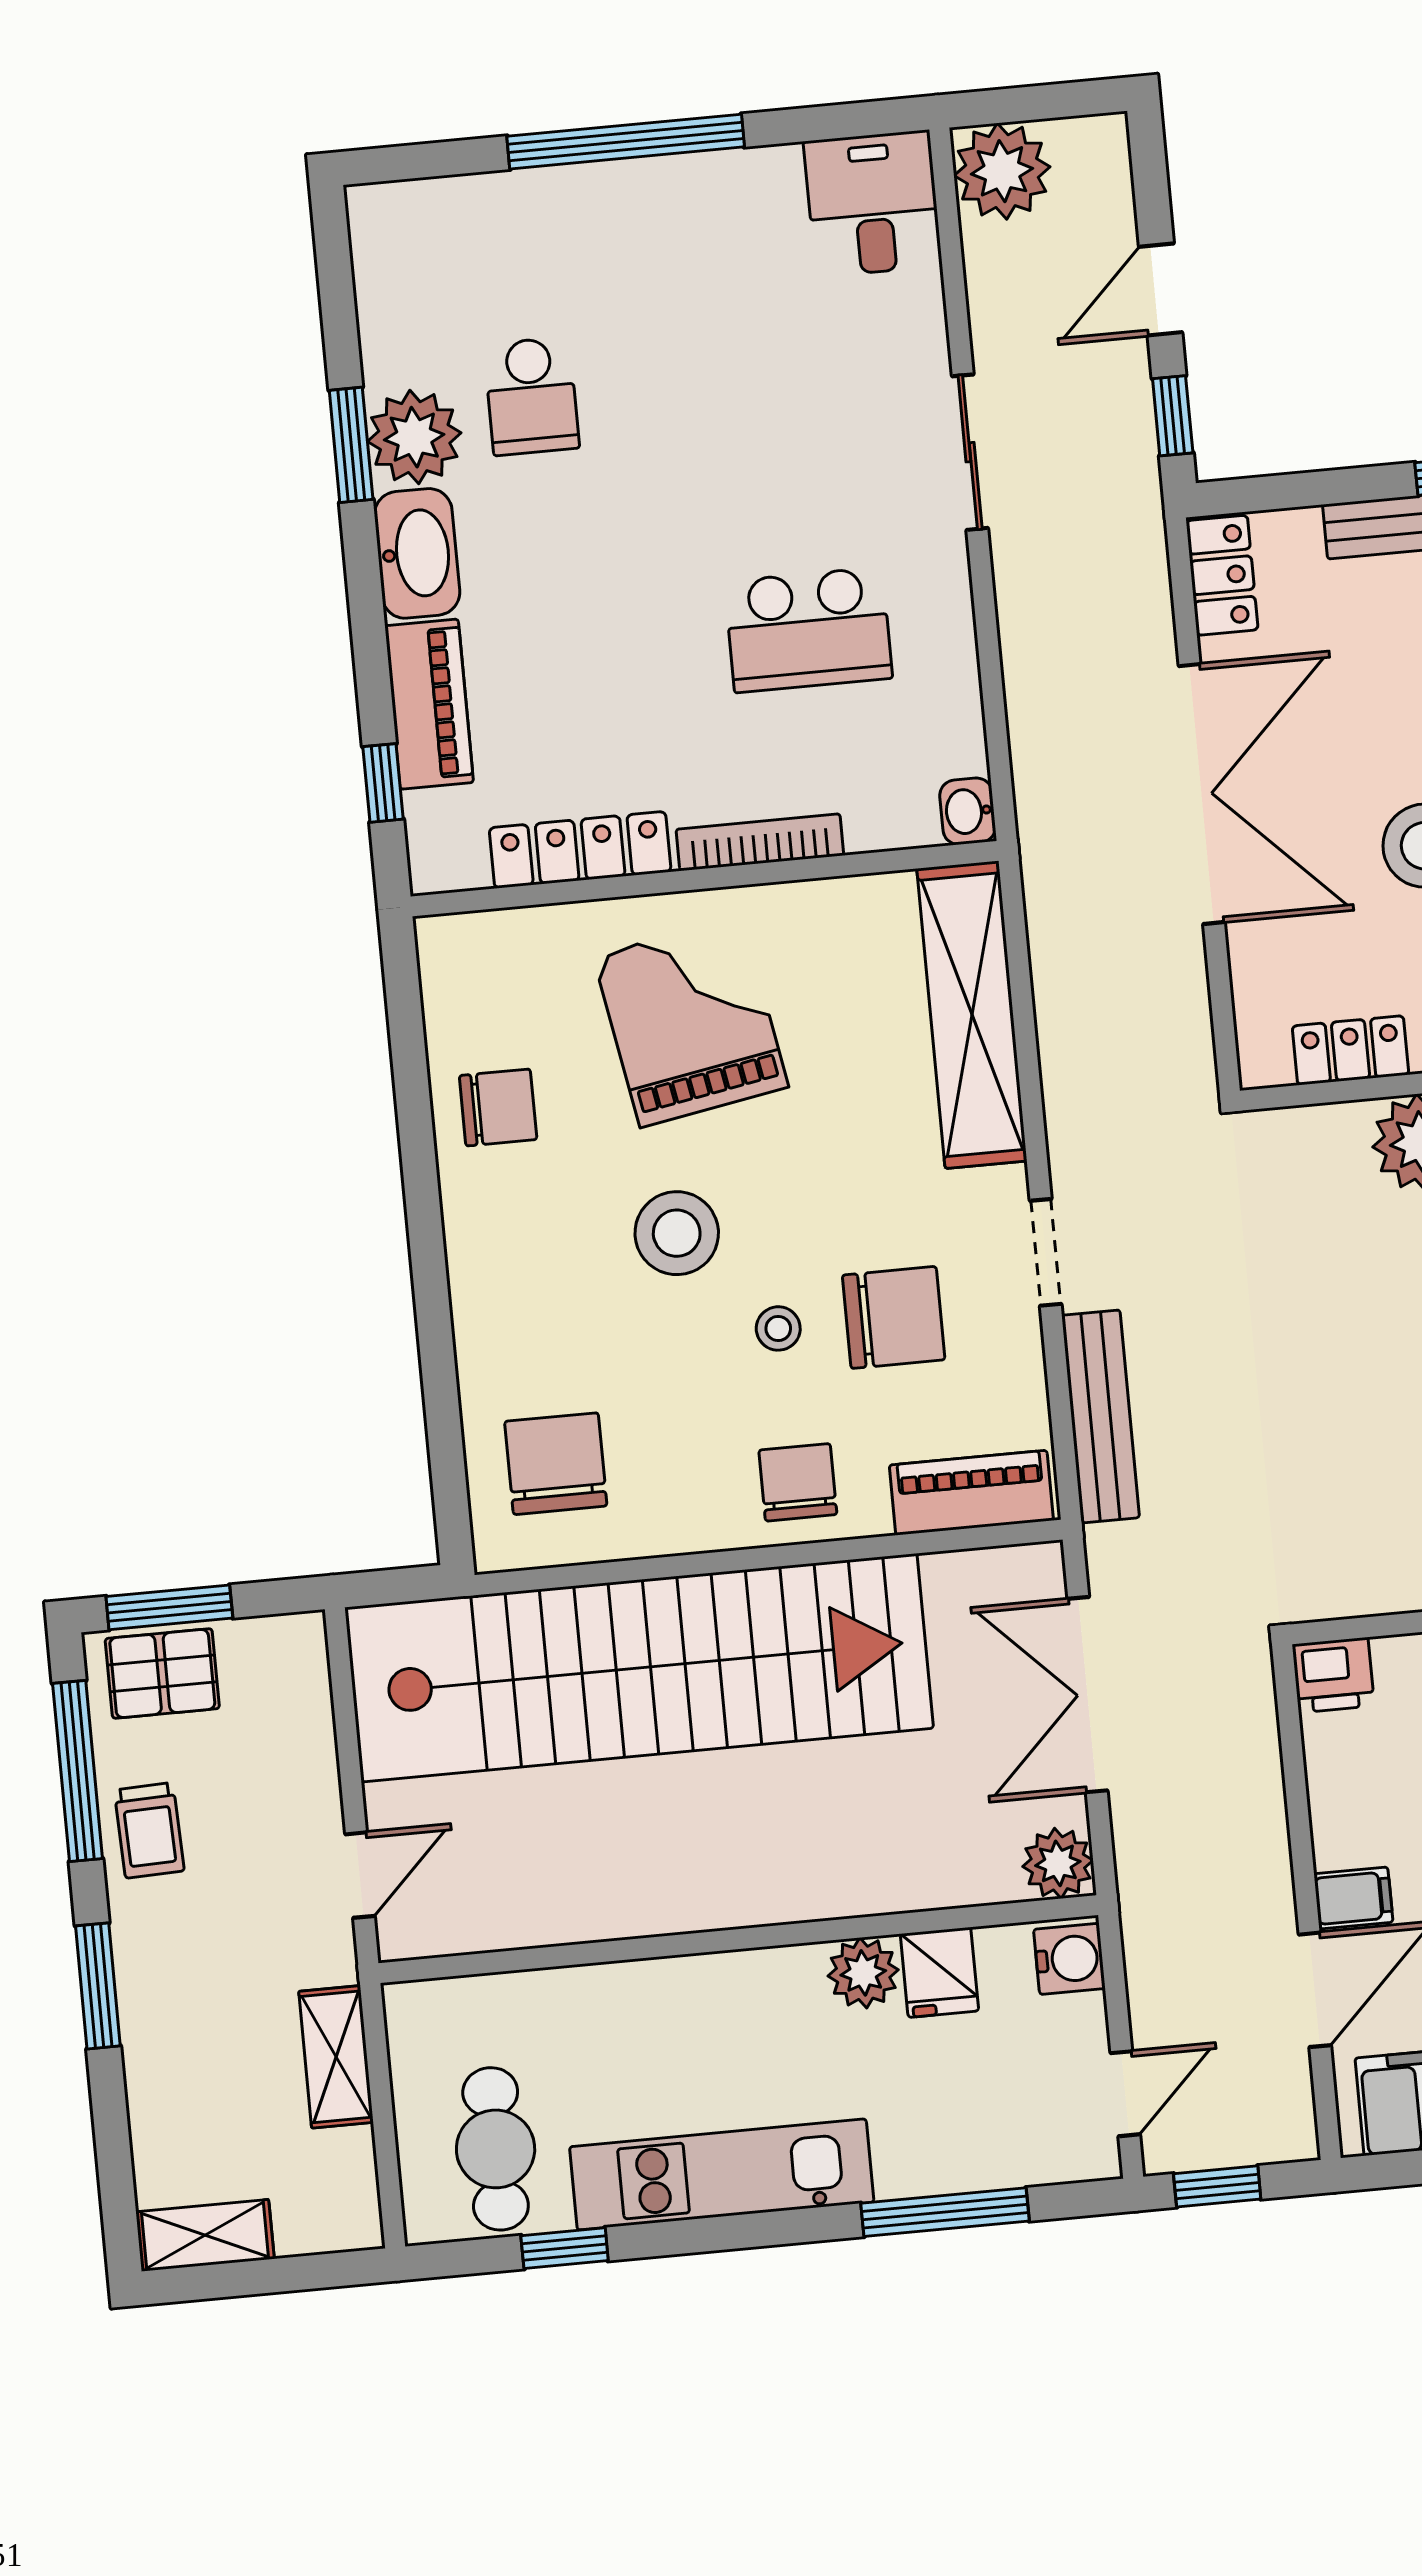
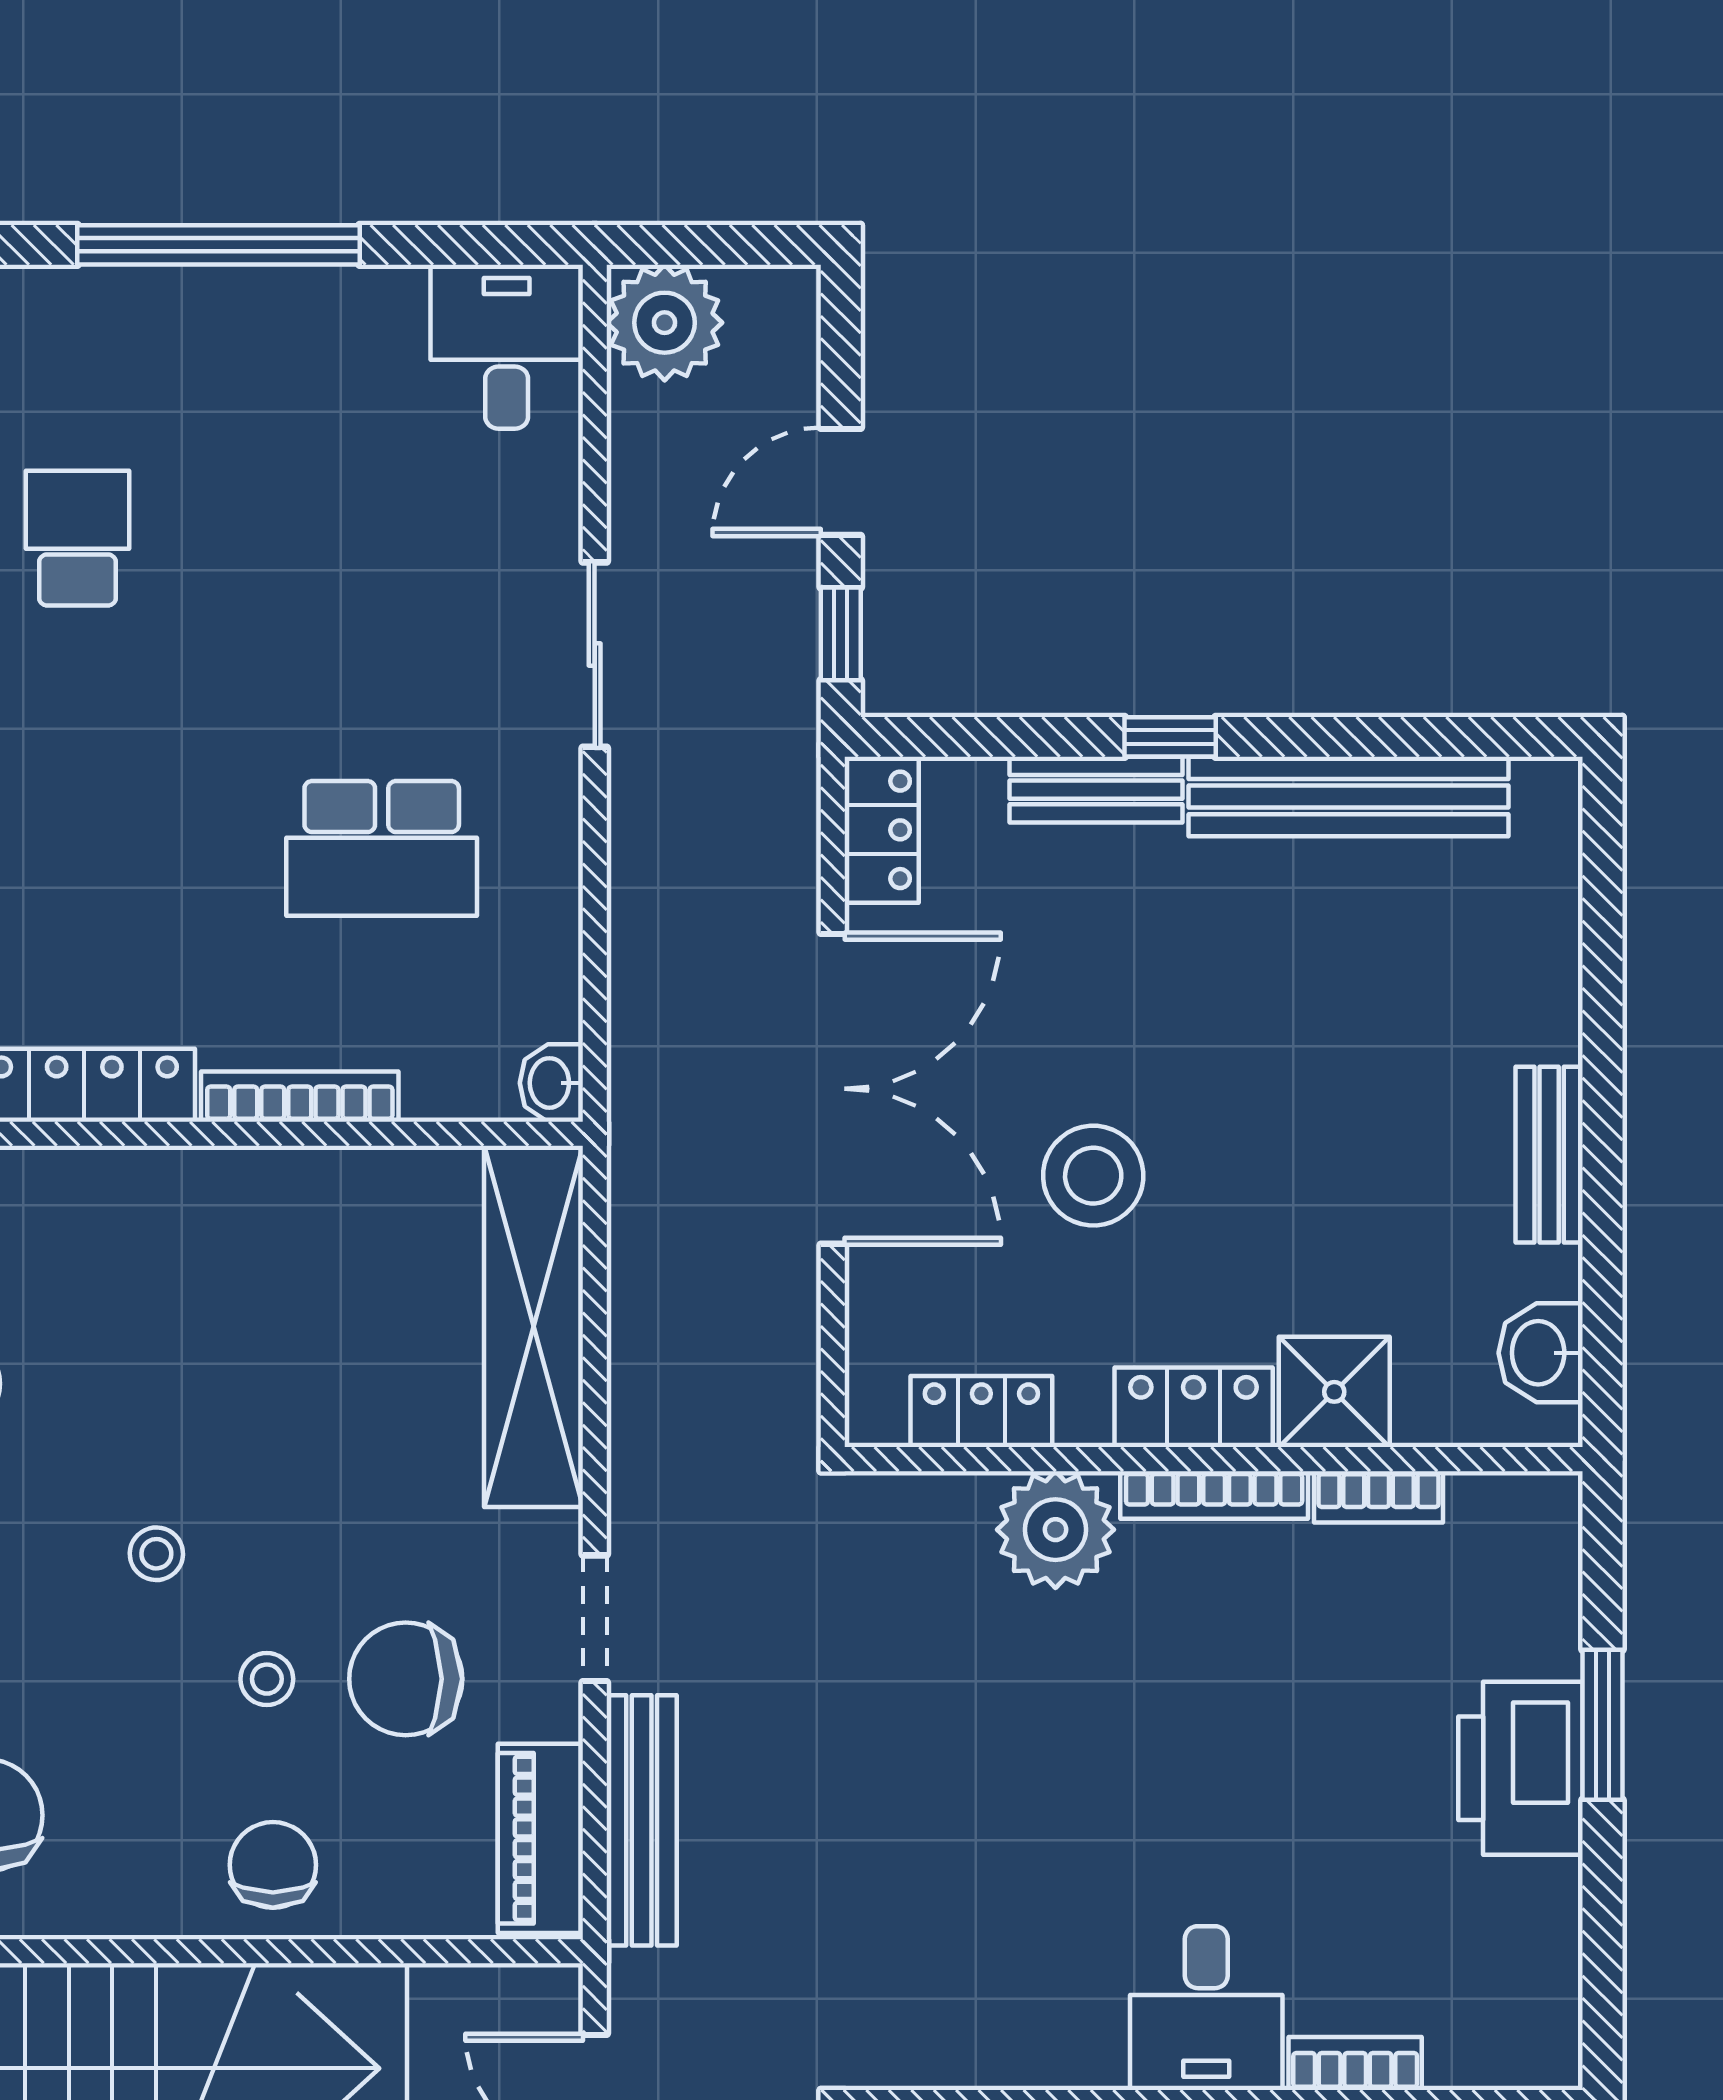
school desk: (532, 396) -> (77, 538), turned 180
grand piano: (691, 1022) -> (197, 1303), removed
stool: (677, 1233) -> (156, 1554), width x0.53, depth x0.53
chair: (894, 1317) -> (406, 1679), turned 180
piano: (971, 1493) -> (540, 1838), moved, turned -90

